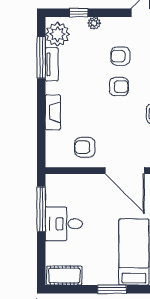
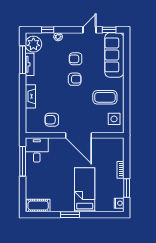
desk: (64, 224) -> (37, 150), moved, turned 90

